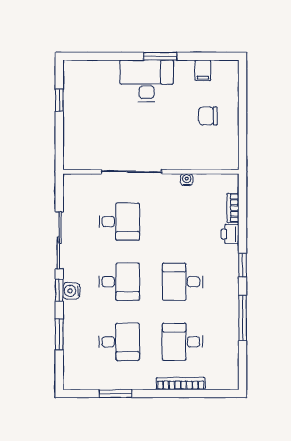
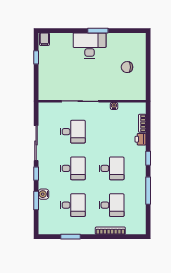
filing cabinet: (203, 70) -> (44, 39), moved
desk: (183, 282) -> (112, 168), turned 180
water cooler: (71, 291) -> (44, 194), moved
desk: (183, 342) -> (112, 205), turned 180

